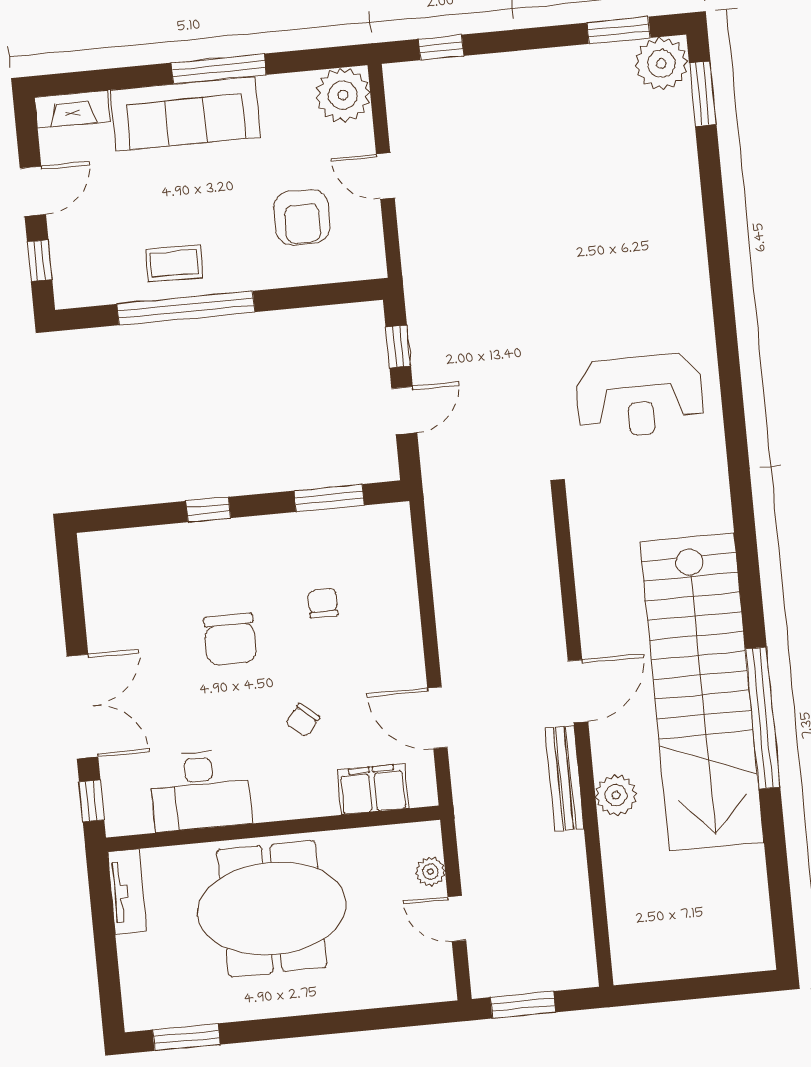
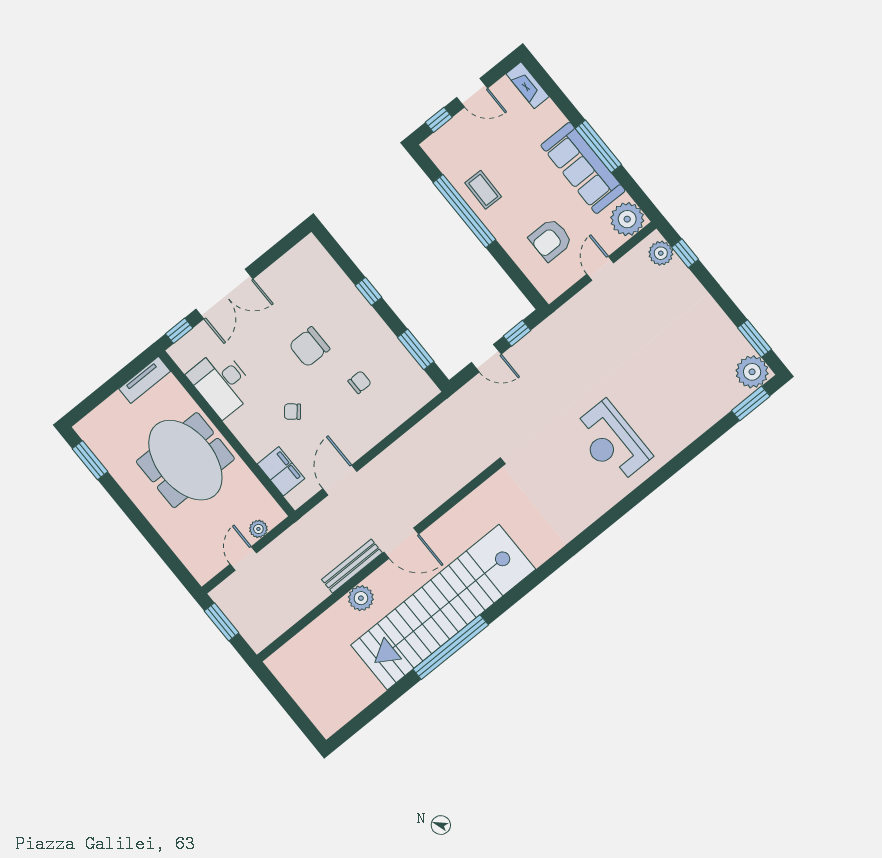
plant: (419, 80) -> (661, 253), added
sofa: (185, 114) -> (583, 168), moved
reception desk: (639, 396) -> (611, 442), moved

